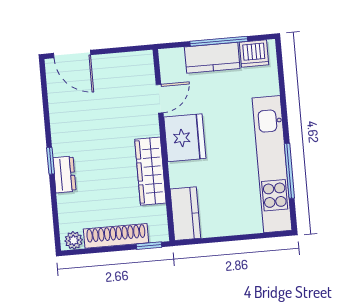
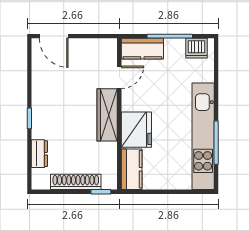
kitchen counter: (212, 58) -> (142, 49), moved
fridge: (185, 138) -> (136, 130), moved
wardrobe: (150, 171) -> (107, 115), moved
dresser: (64, 174) -> (39, 154), moved
plant: (74, 240) -> (42, 183), removed

